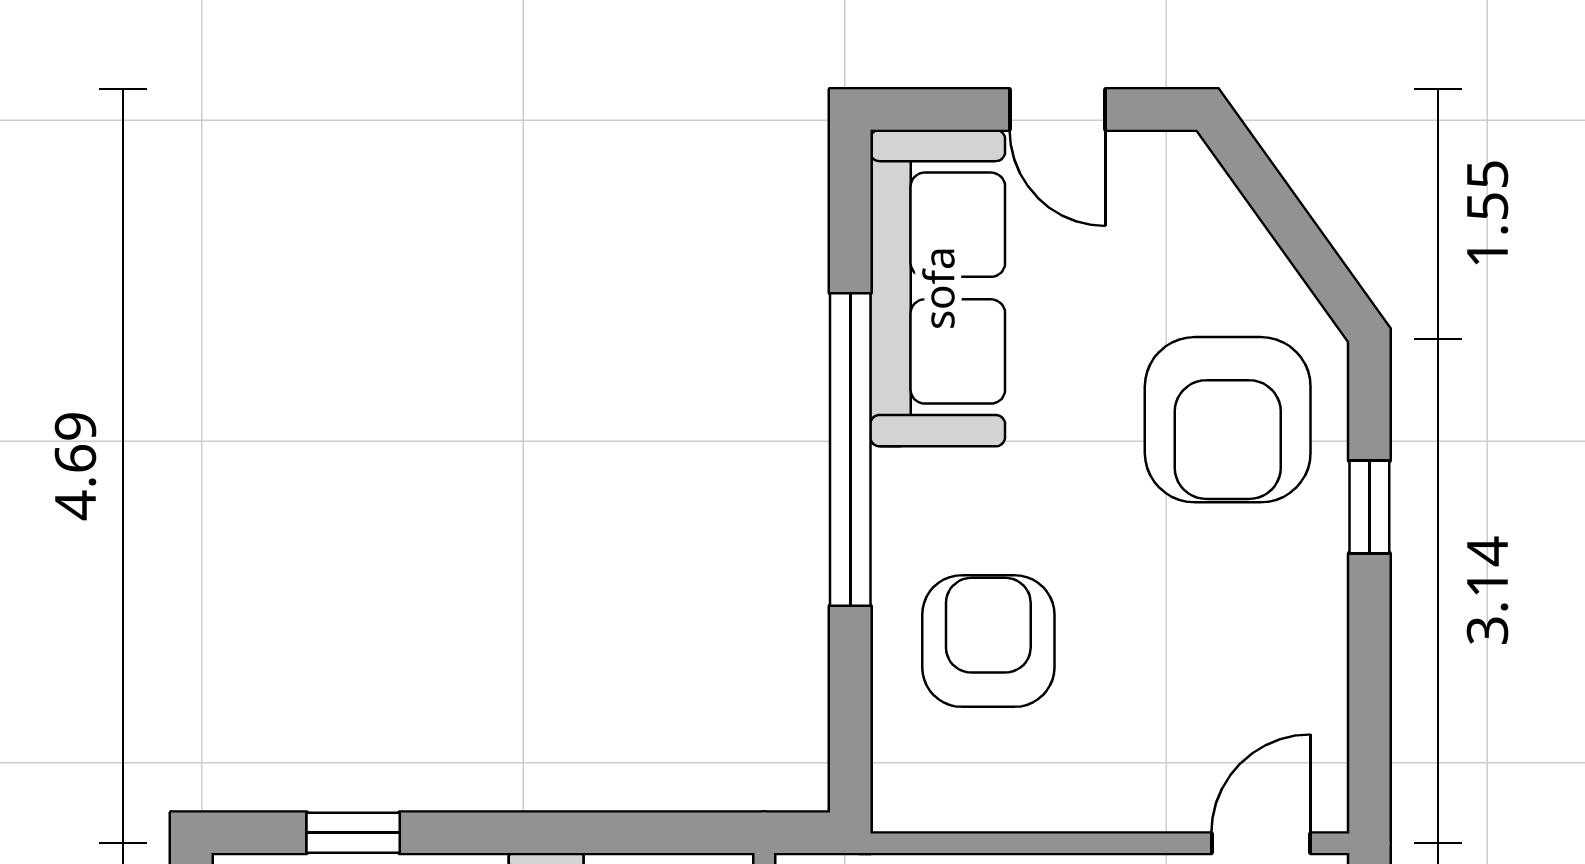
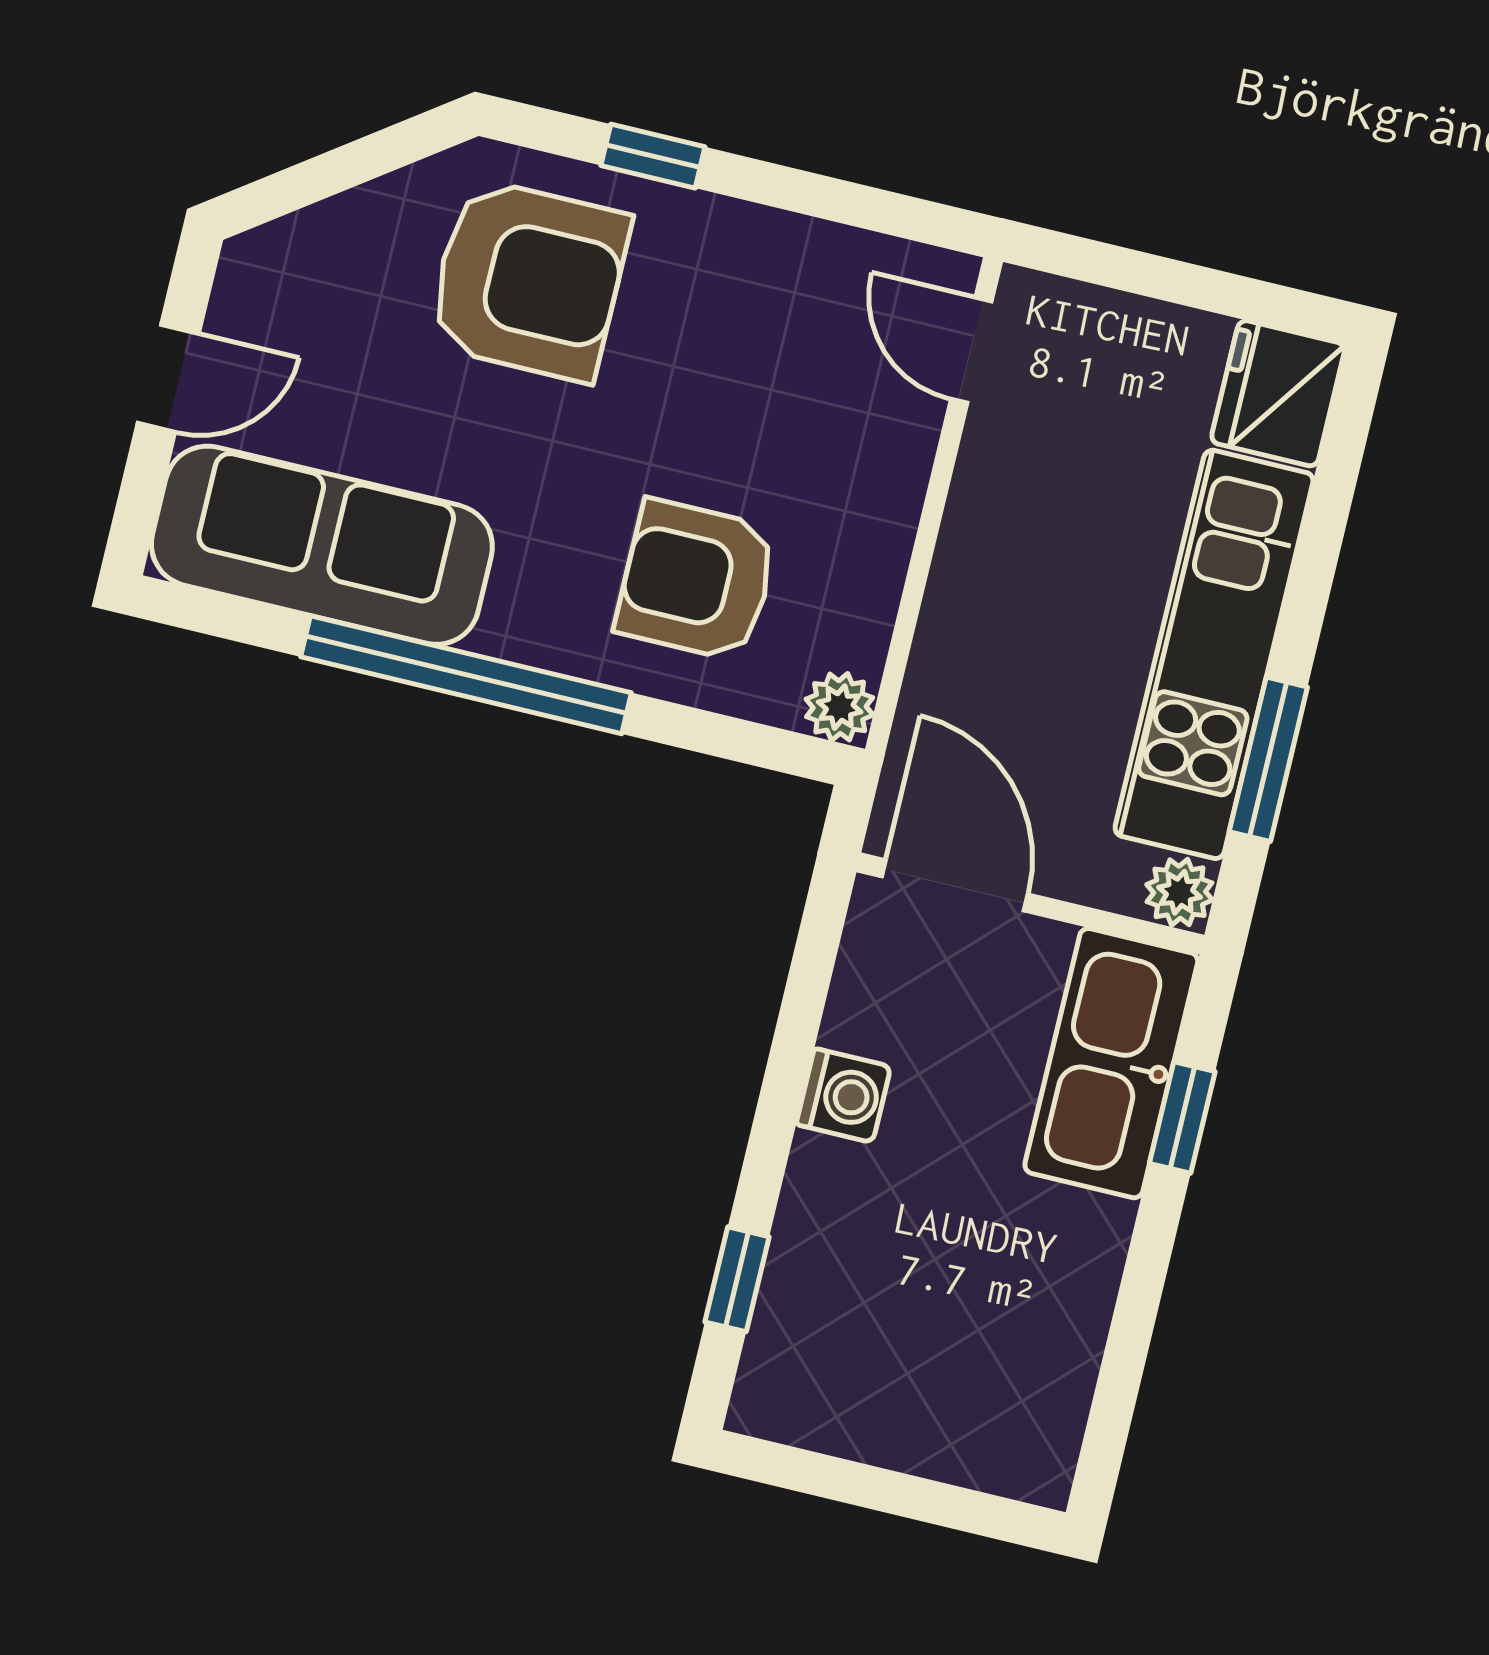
plant: (903, 801) -> (840, 707), added

